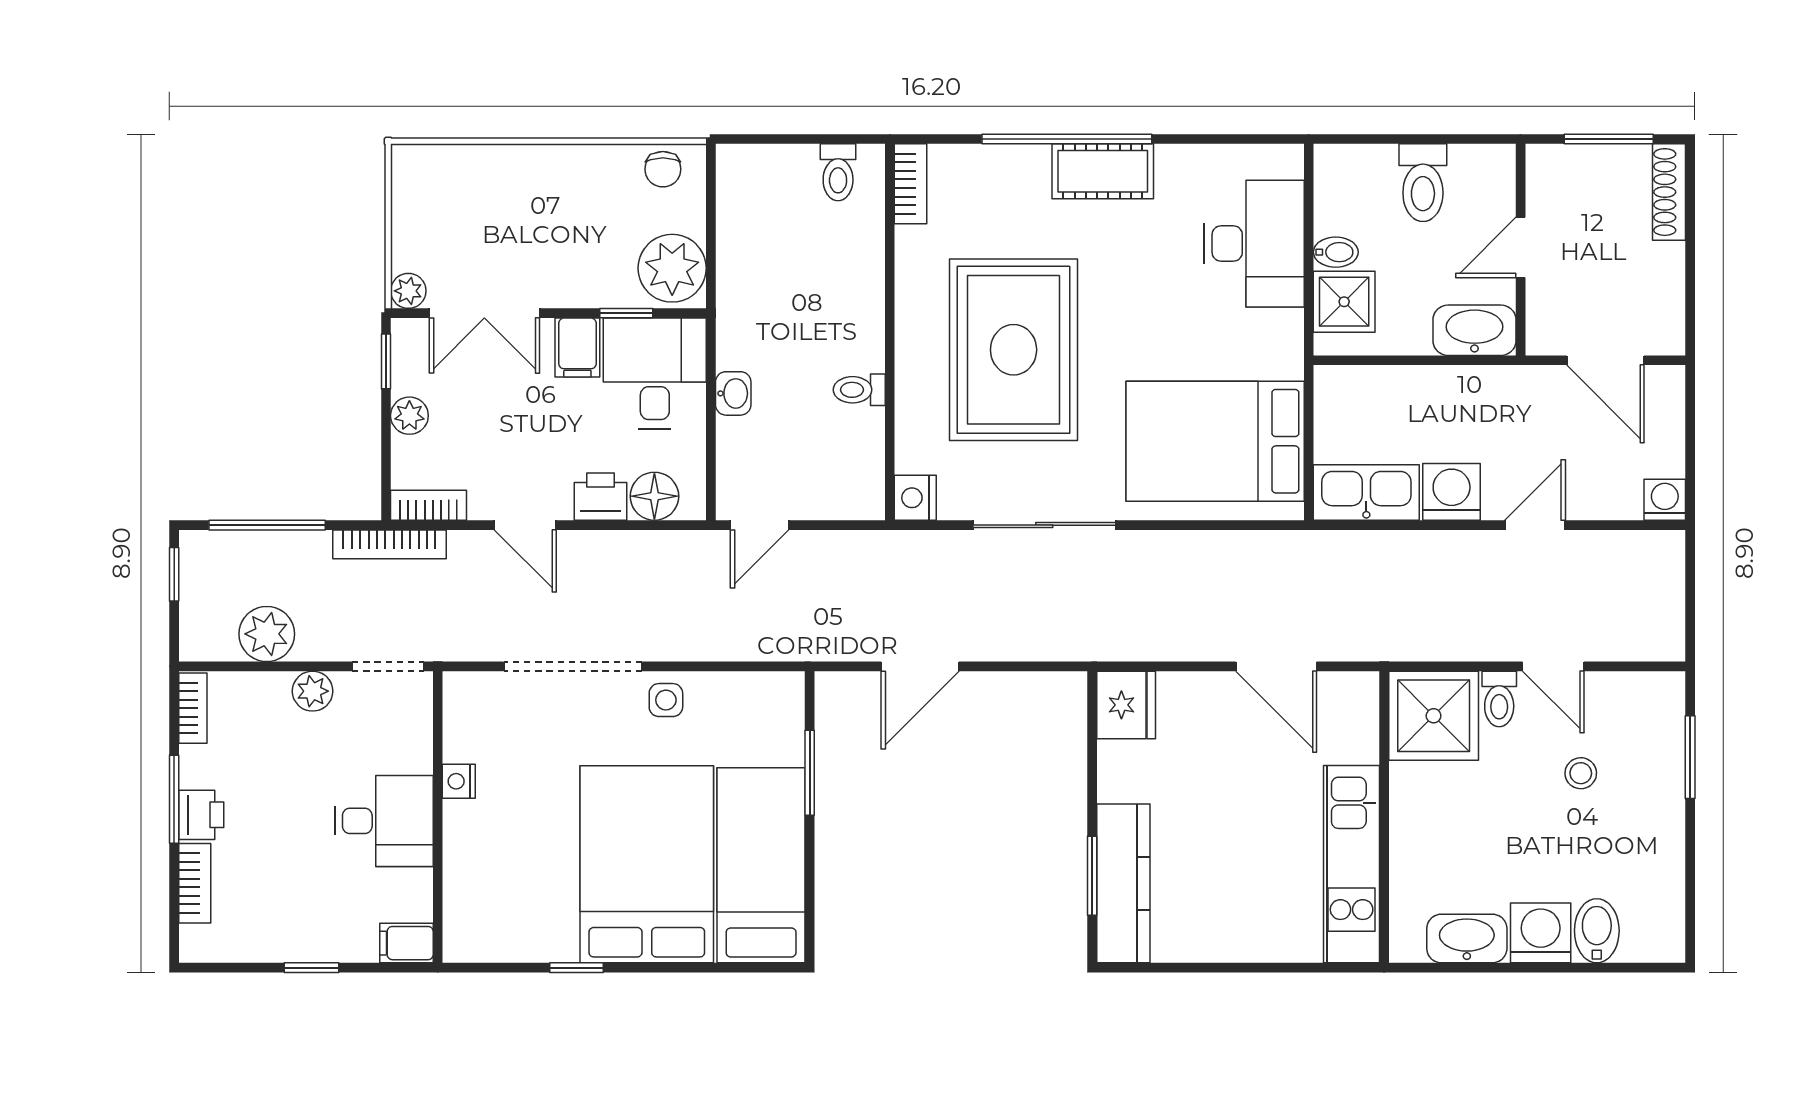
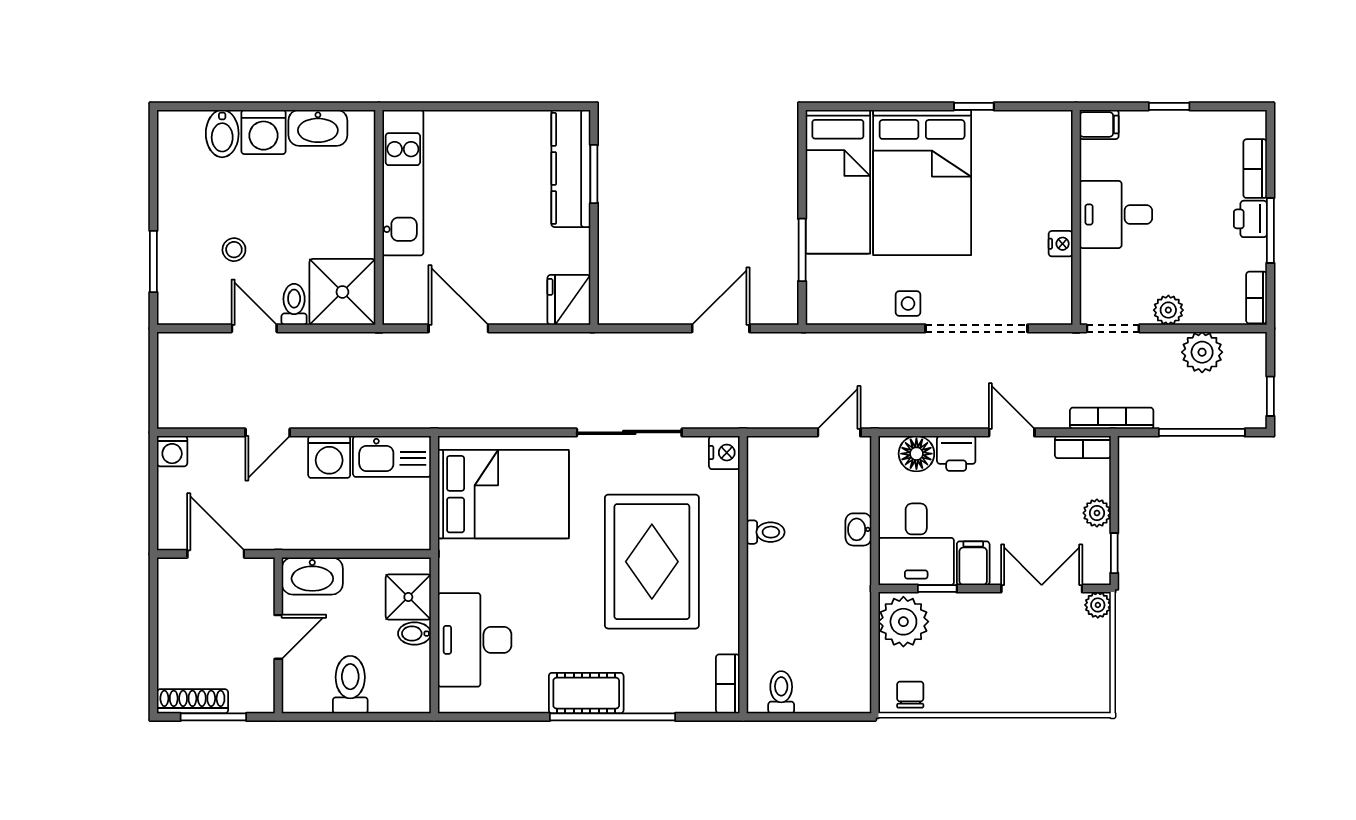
shoe rack: (1669, 192) -> (192, 701), moved, turned -90

